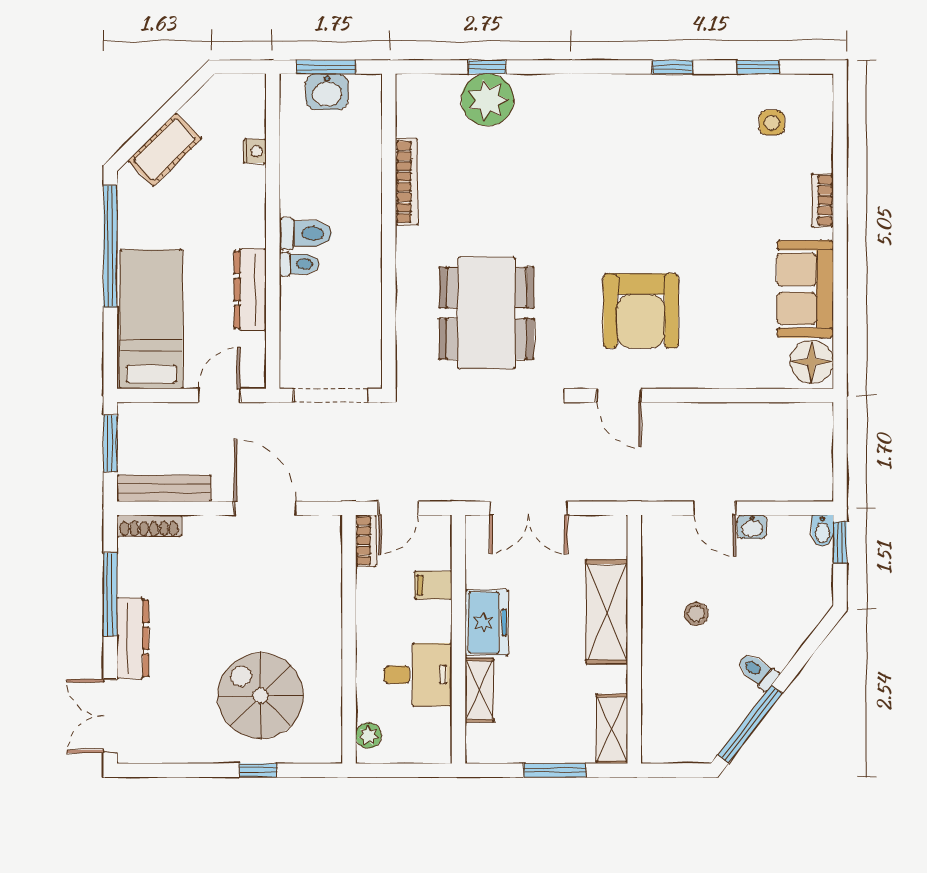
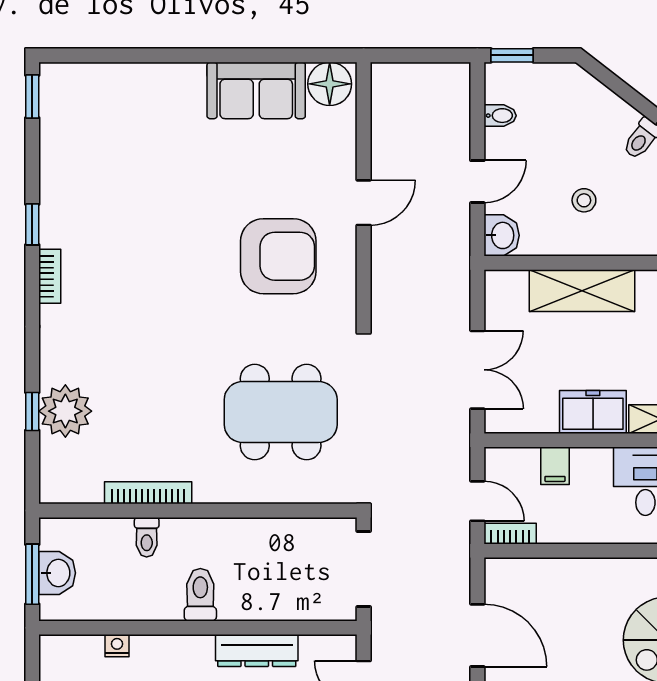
window: (758, 67) -> (32, 96), moved
side table: (772, 123) -> (88, 124), removed
bookcase: (823, 200) -> (50, 276), moved, turned -90
toilet: (299, 264) -> (147, 537), moved, turned 180
door: (619, 395) -> (364, 203), moved
door: (265, 508) -> (477, 635), swing flipped
washbasin: (752, 527) -> (502, 235), moved, width x1.38, depth x1.45
bidet: (822, 531) -> (500, 116), moved

